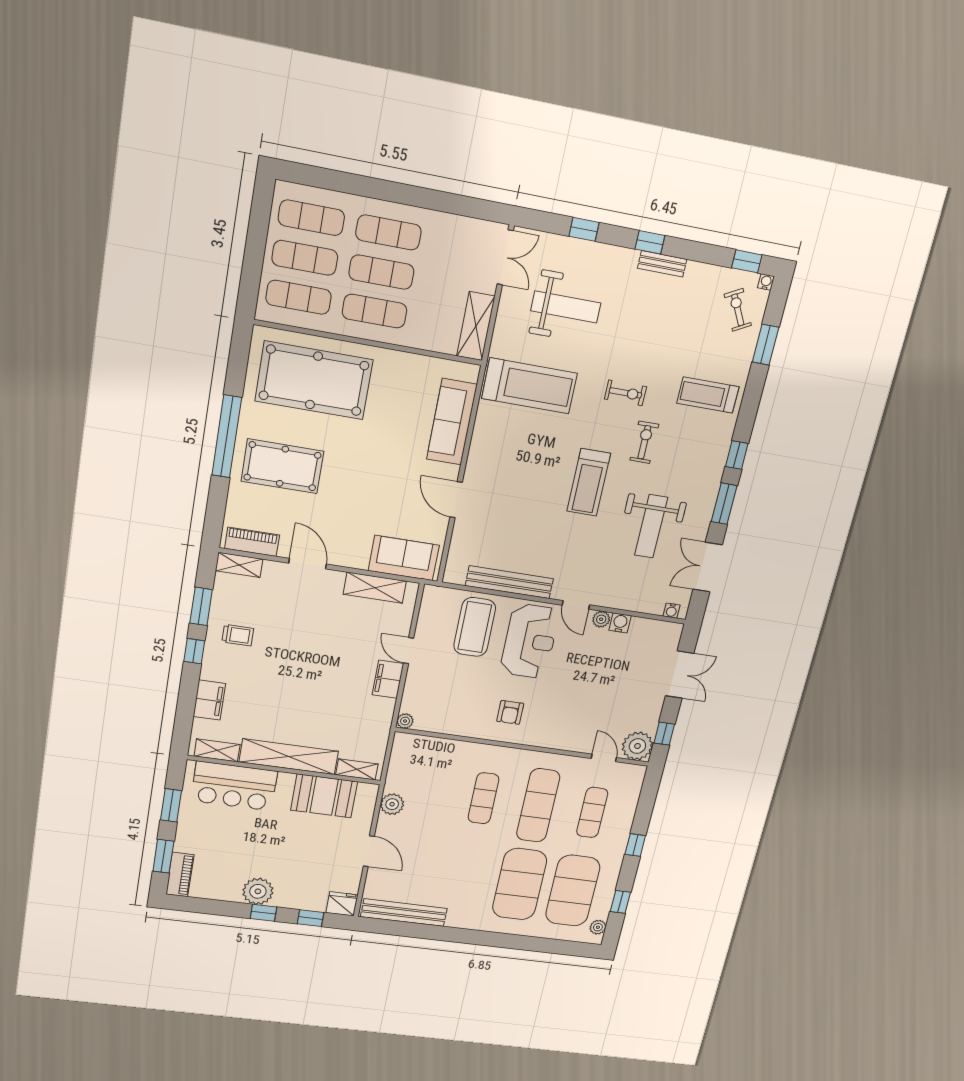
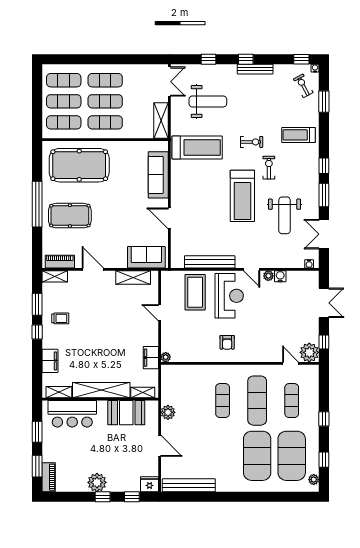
bench: (662, 264) -> (255, 69), width x1.36
treadmill: (589, 482) -> (242, 196), width x1.37, depth x1.38
filing cabinet: (388, 679) -> (151, 358), moved

